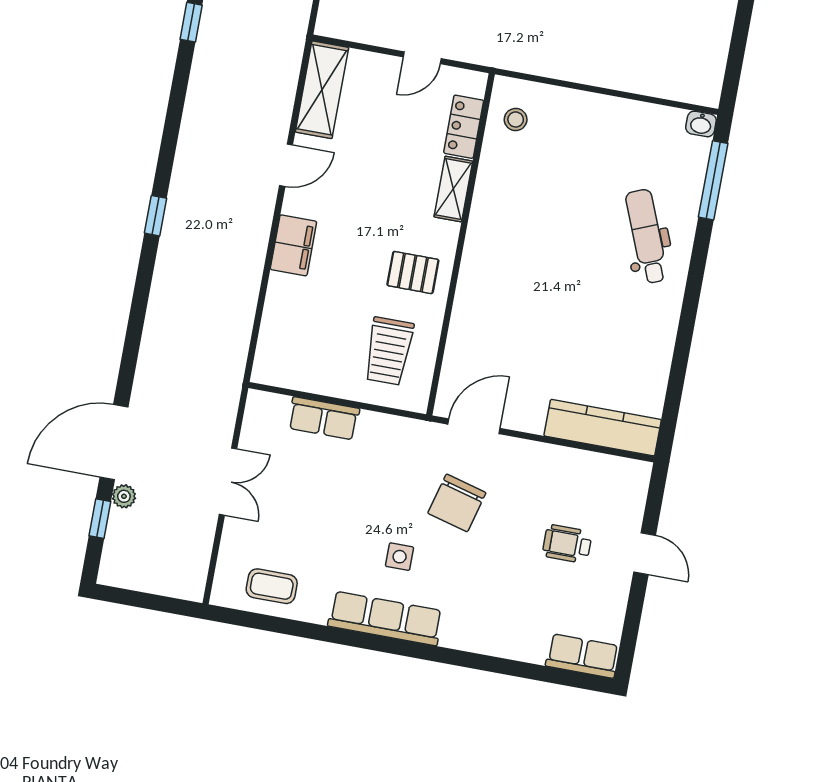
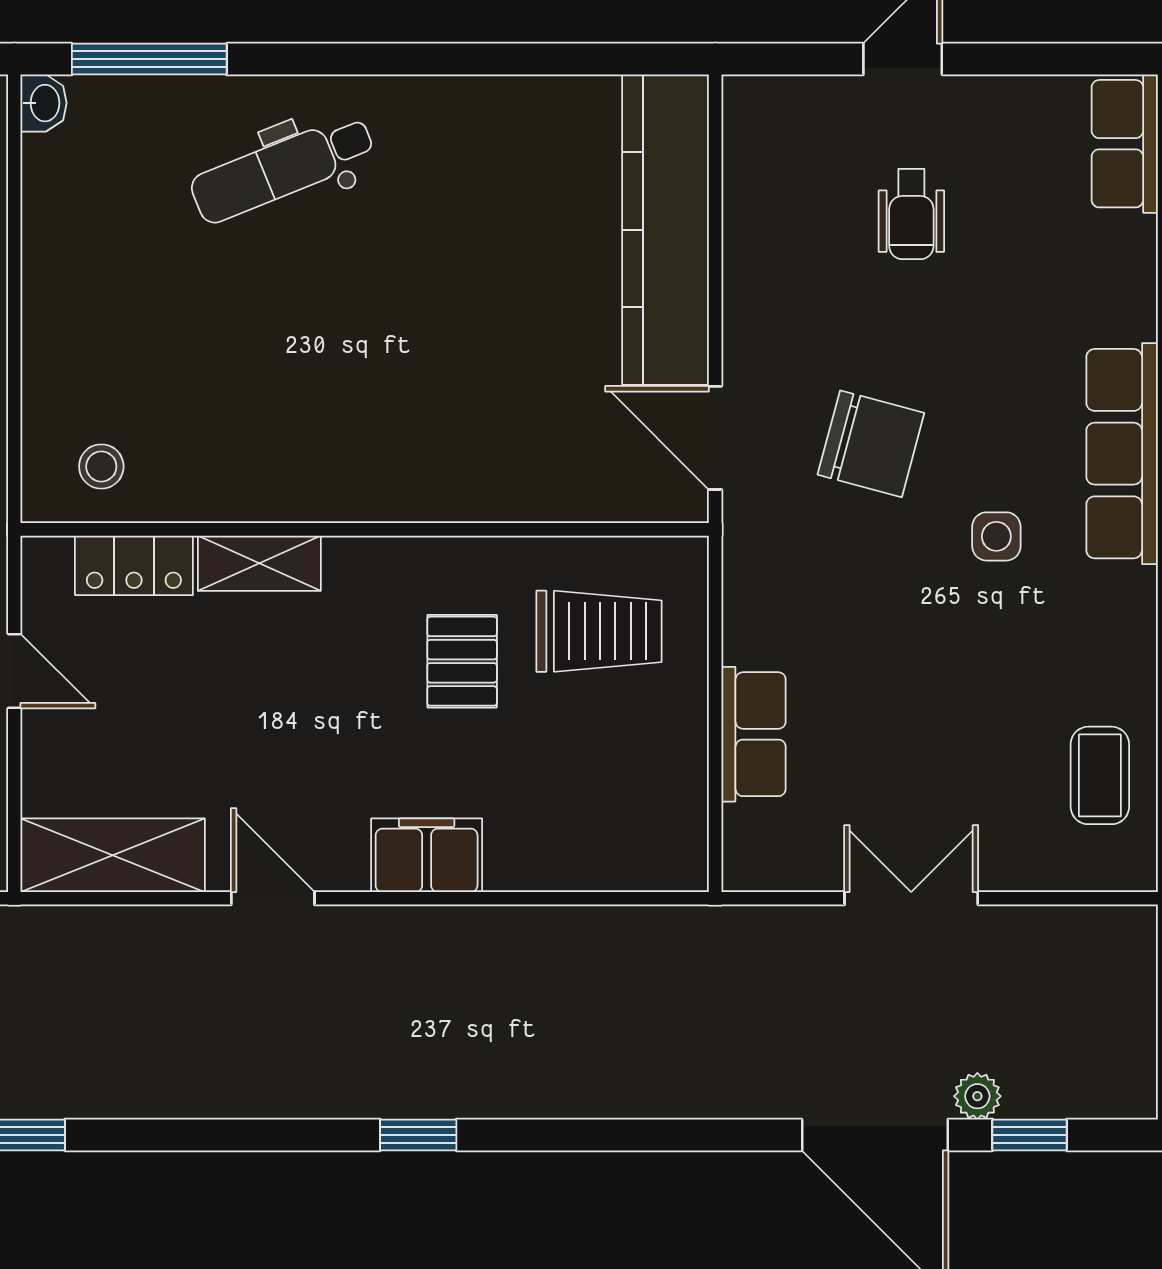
pallet: (413, 273) -> (462, 661), moved
kitchen counter: (603, 428) -> (666, 230), width x1.39, depth x1.17
row of seats: (385, 618) -> (1122, 454), moved

